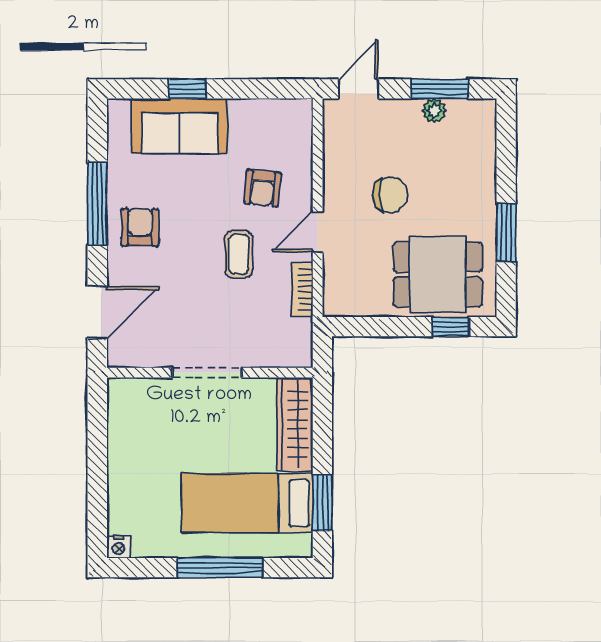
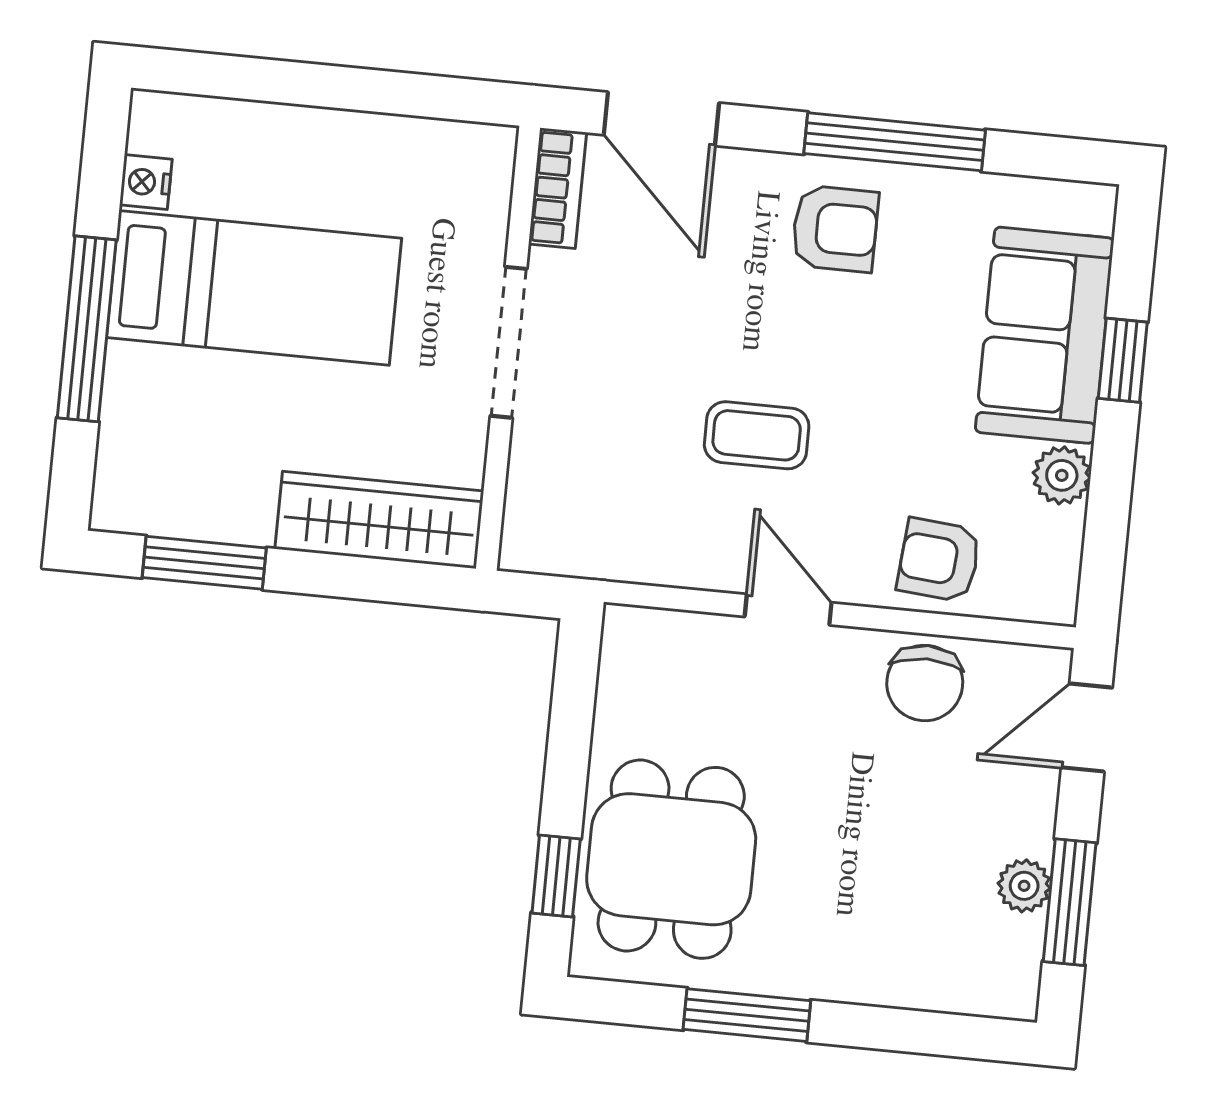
door: (358, 89) -> (1087, 728), swing flipped
plant: (243, 112) -> (1062, 475), added
armchair: (262, 188) -> (939, 560), moved
chair: (390, 195) -> (925, 683), moved
bookcase: (302, 289) -> (558, 188), moved, turned 90
bed: (247, 503) -> (254, 288), moved, turned 90
nightstand: (118, 547) -> (146, 182), moved

